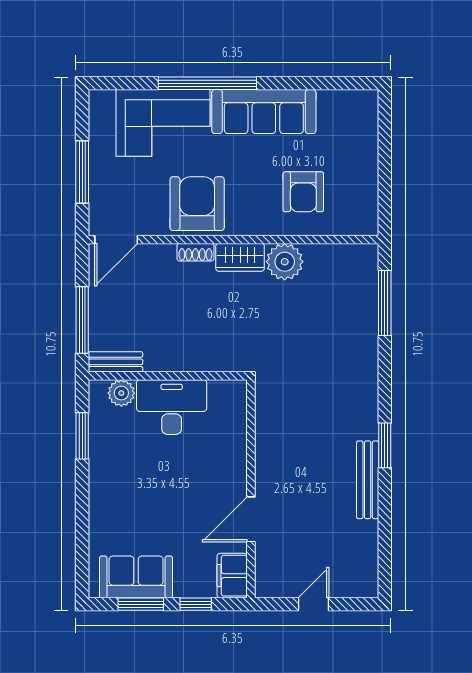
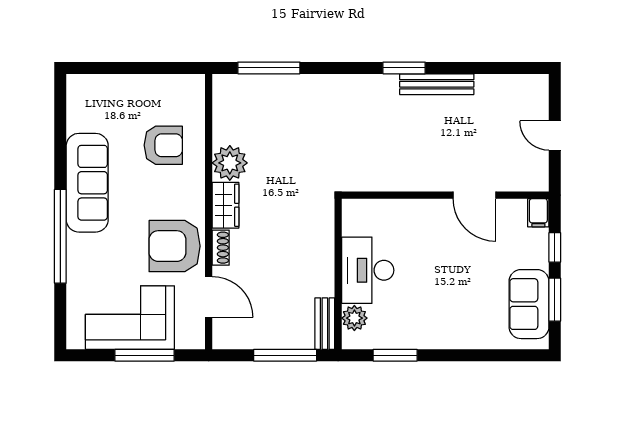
corner sofa: (163, 123) -> (130, 318), moved, turned -90
door: (116, 240) -> (209, 297), moved
filing cabinet: (232, 576) -> (538, 213), width x0.50

